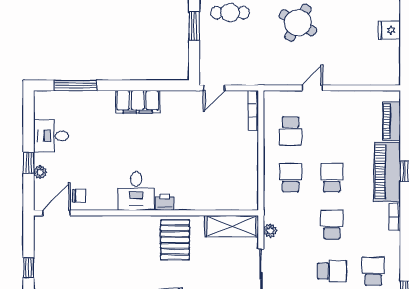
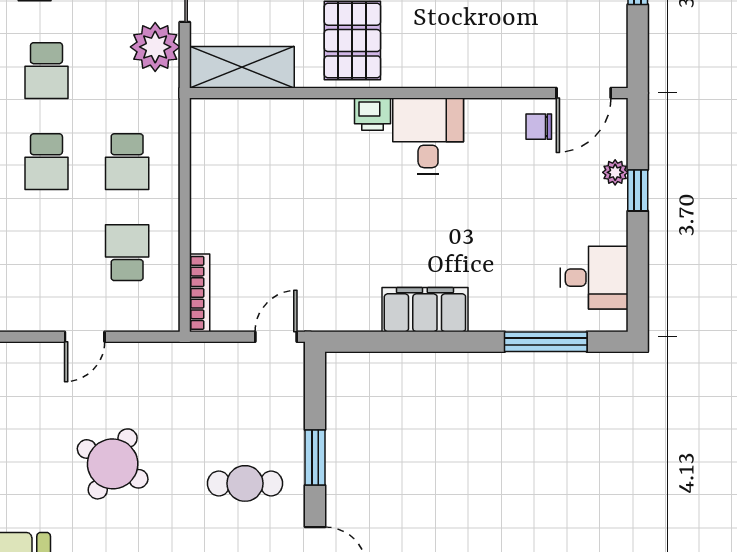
desk: (51, 136) -> (594, 278), moved
plant: (270, 231) -> (155, 47), width x1.87, depth x1.87

